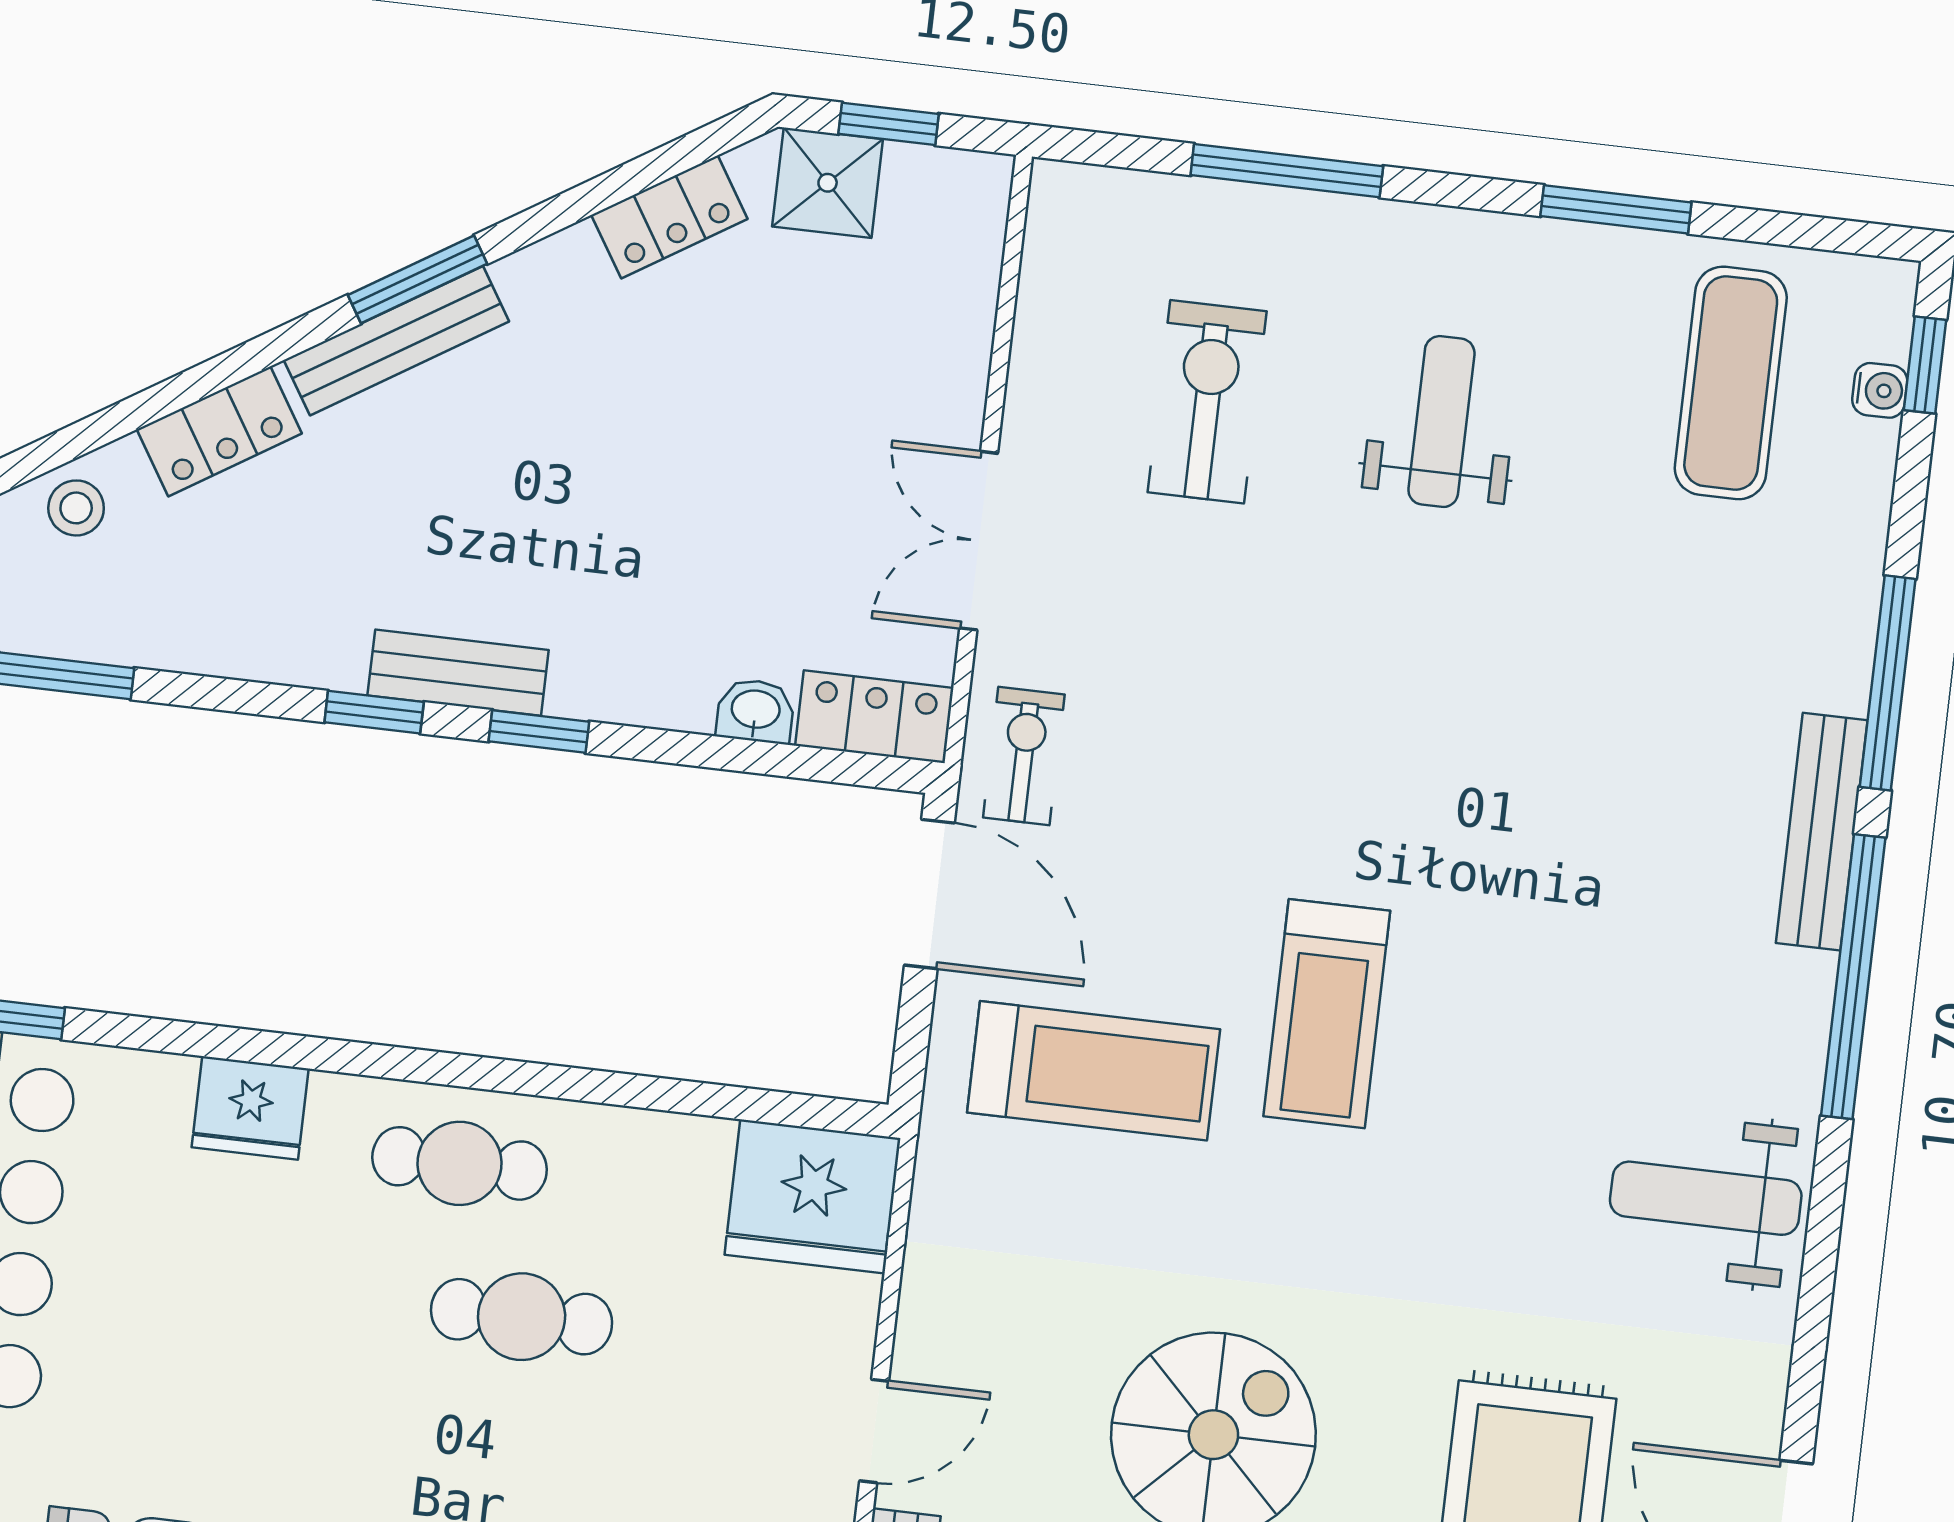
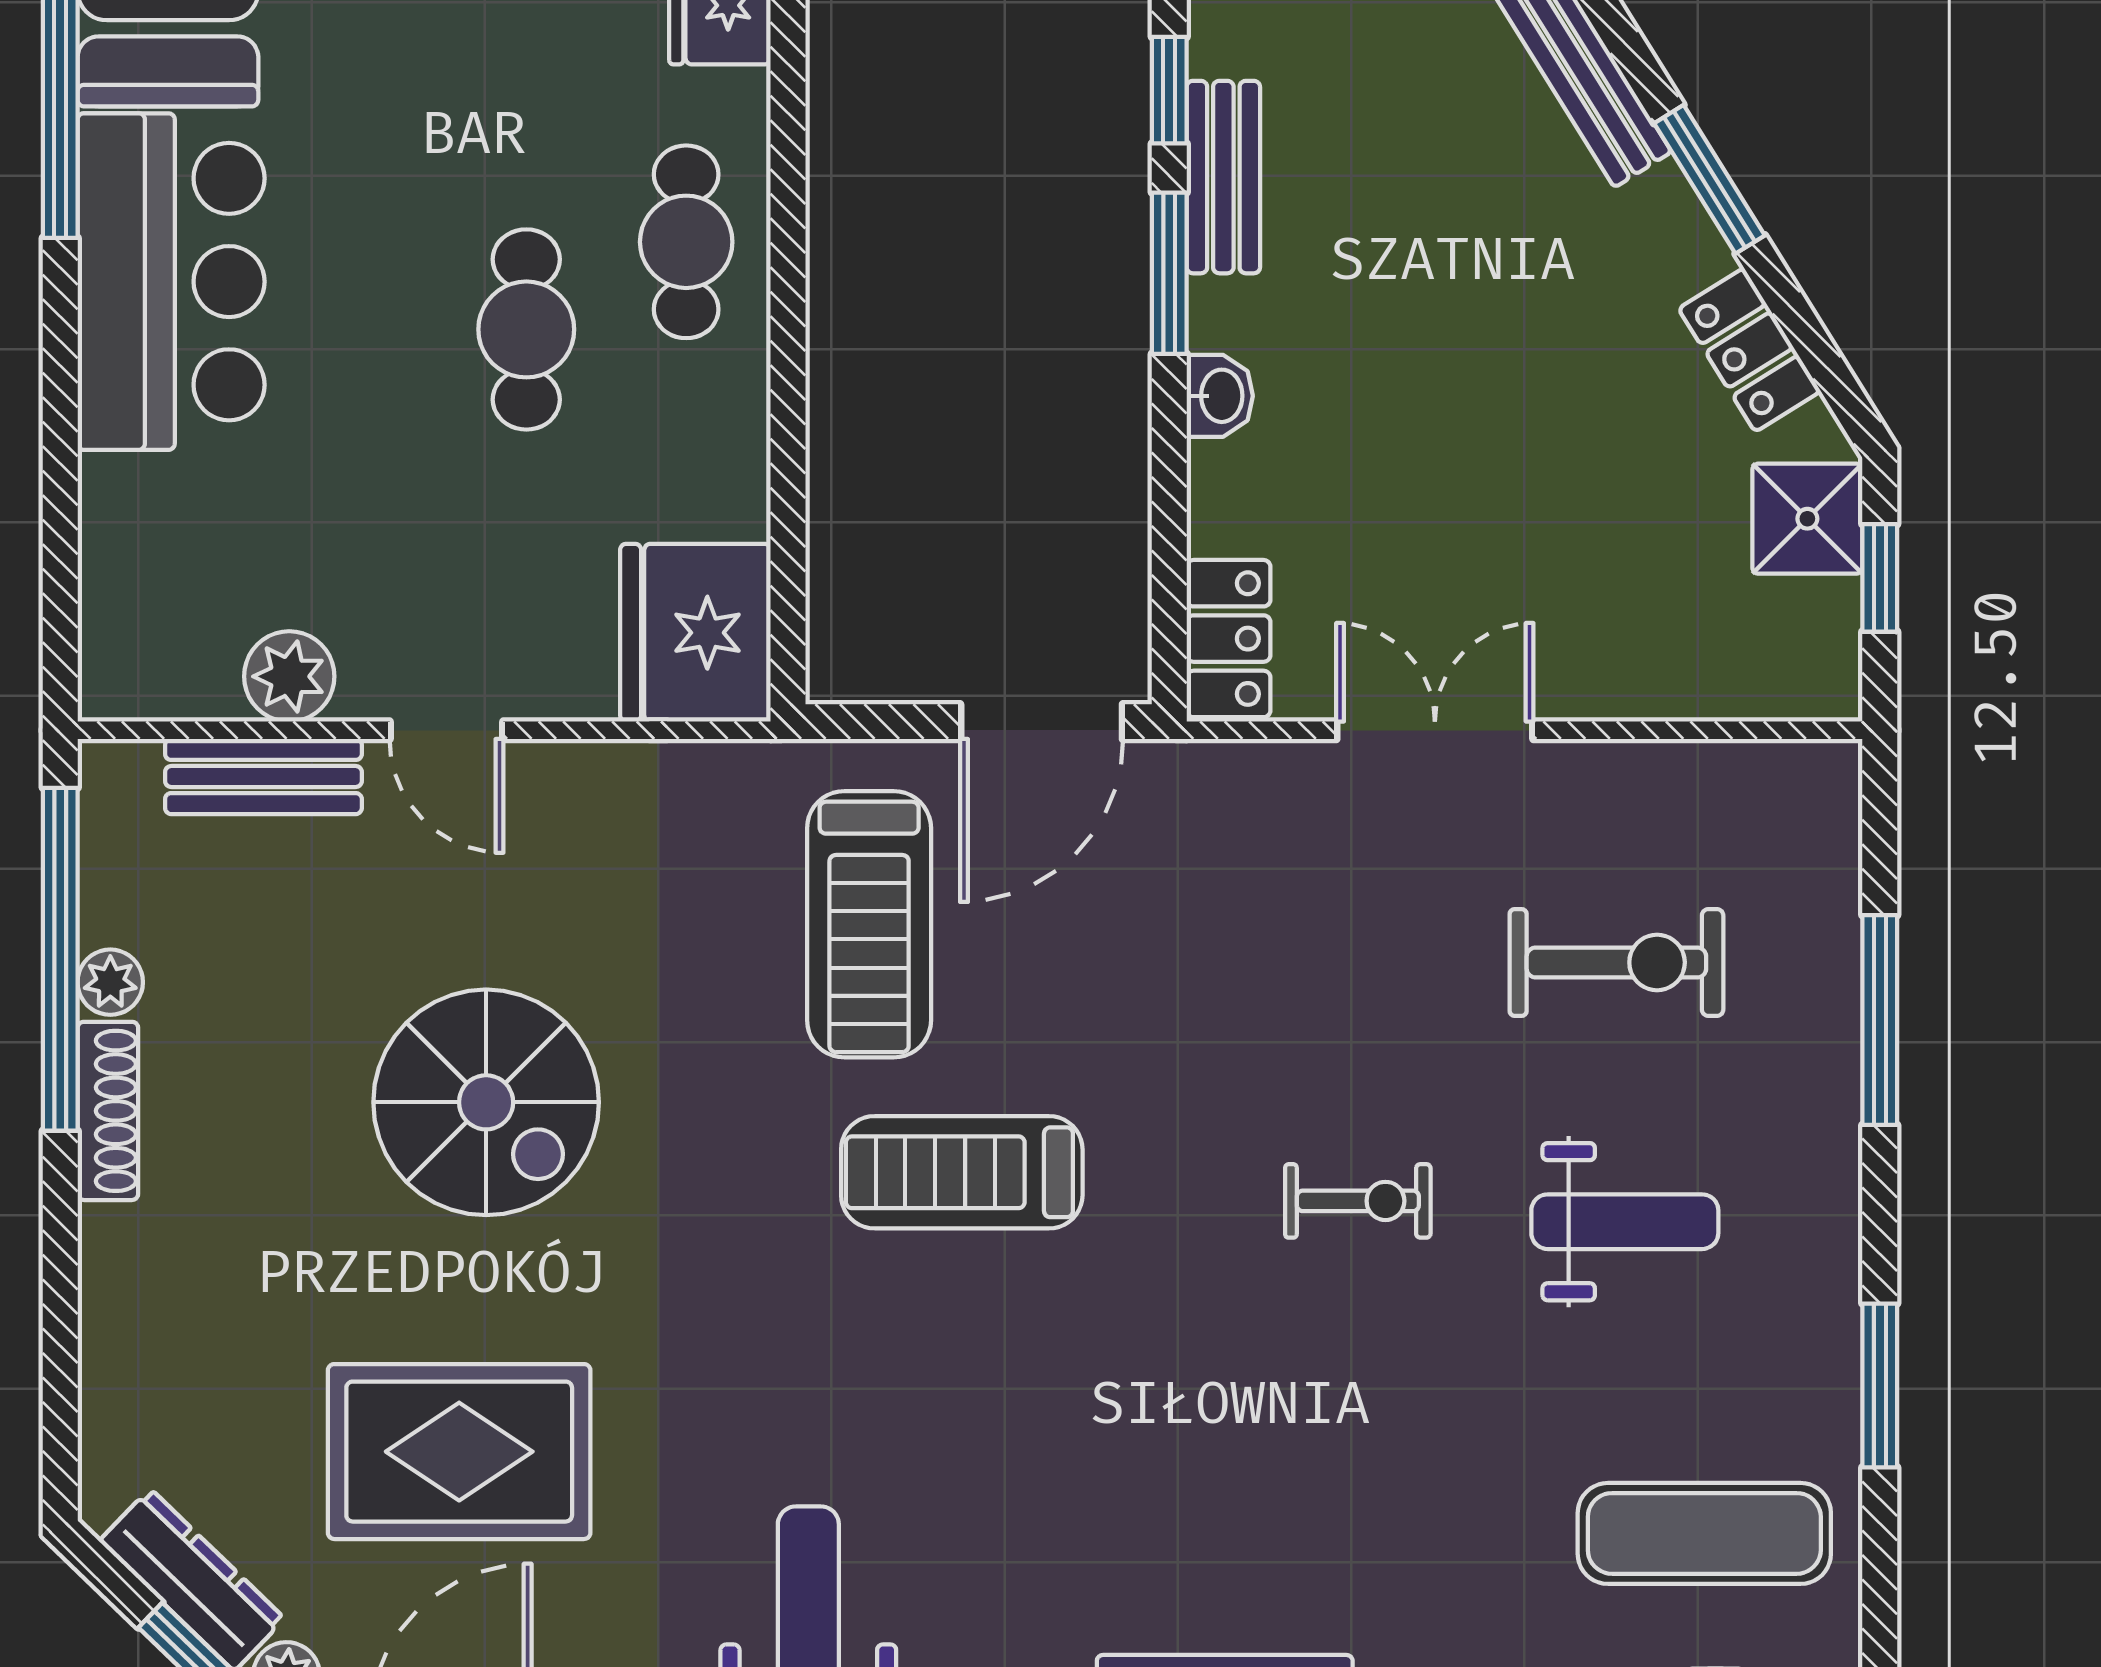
window: (417, 279) -> (1709, 179), moved
washbasin: (755, 711) -> (1220, 396), moved
window: (539, 732) -> (1169, 273), width x1.50
exercise bike: (1024, 756) -> (1358, 1201), moved

